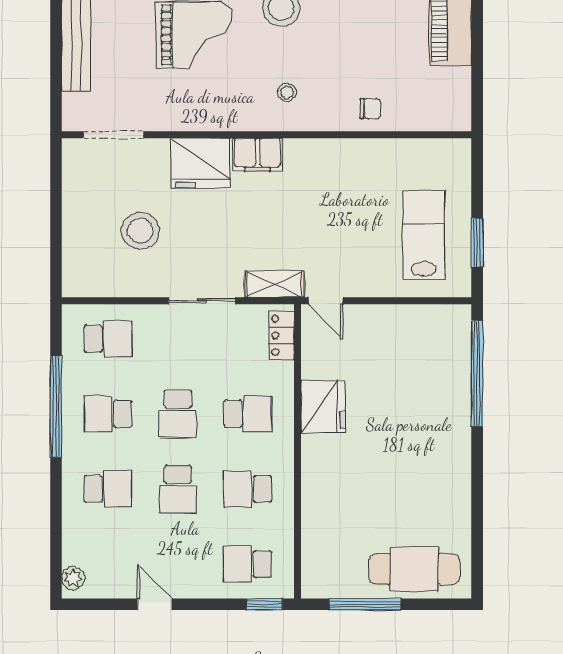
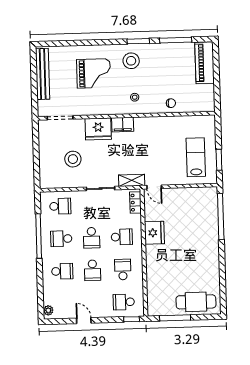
school desk: (248, 489) -> (123, 269), turned 90

